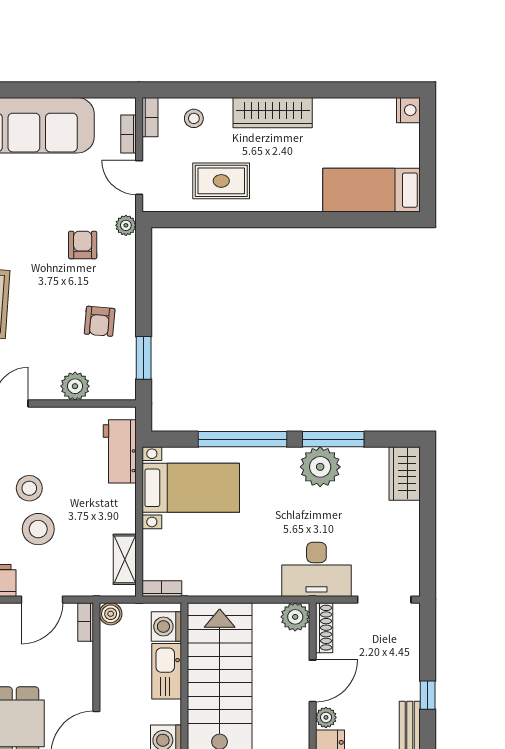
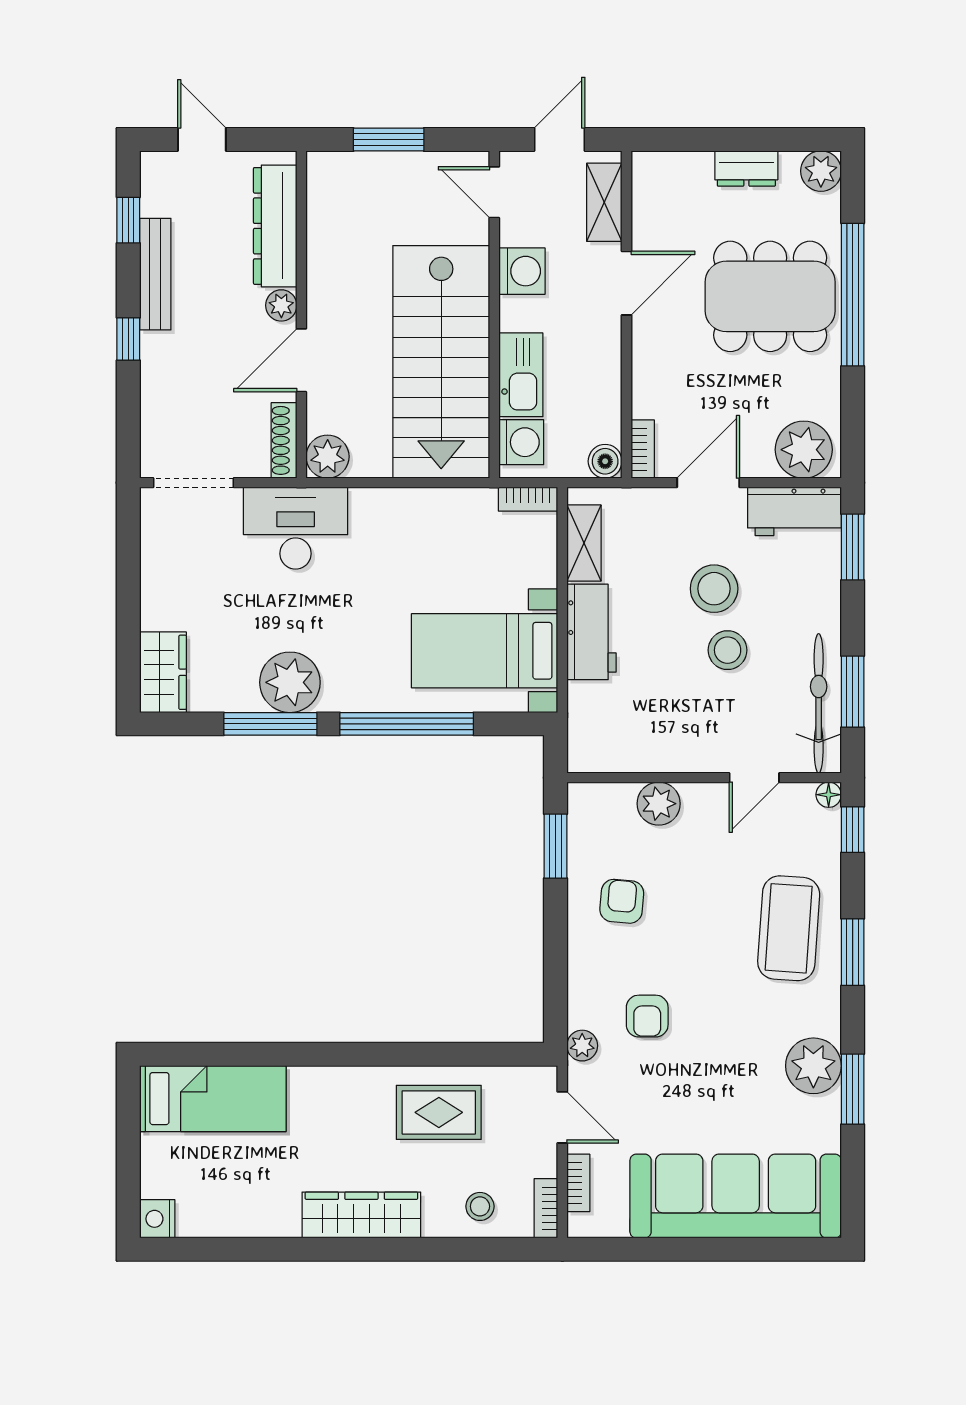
workbench: (120, 451) -> (591, 632), moved

